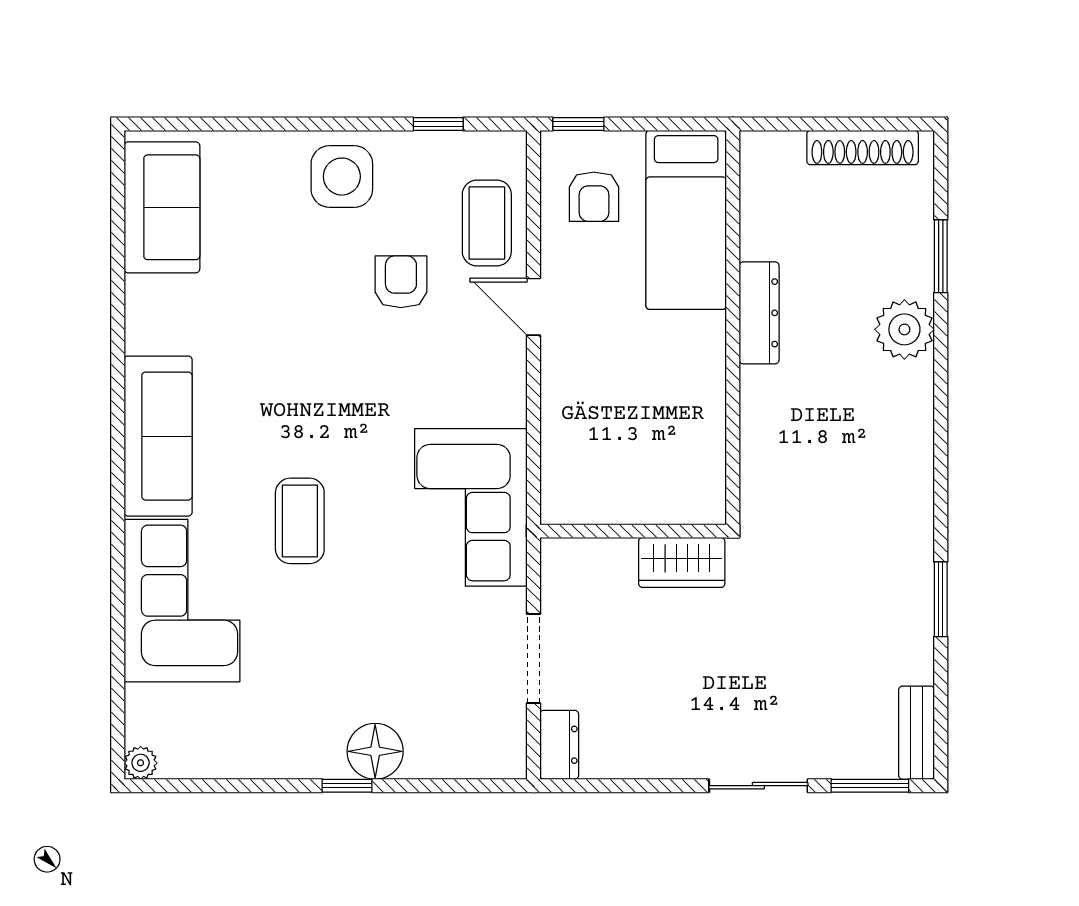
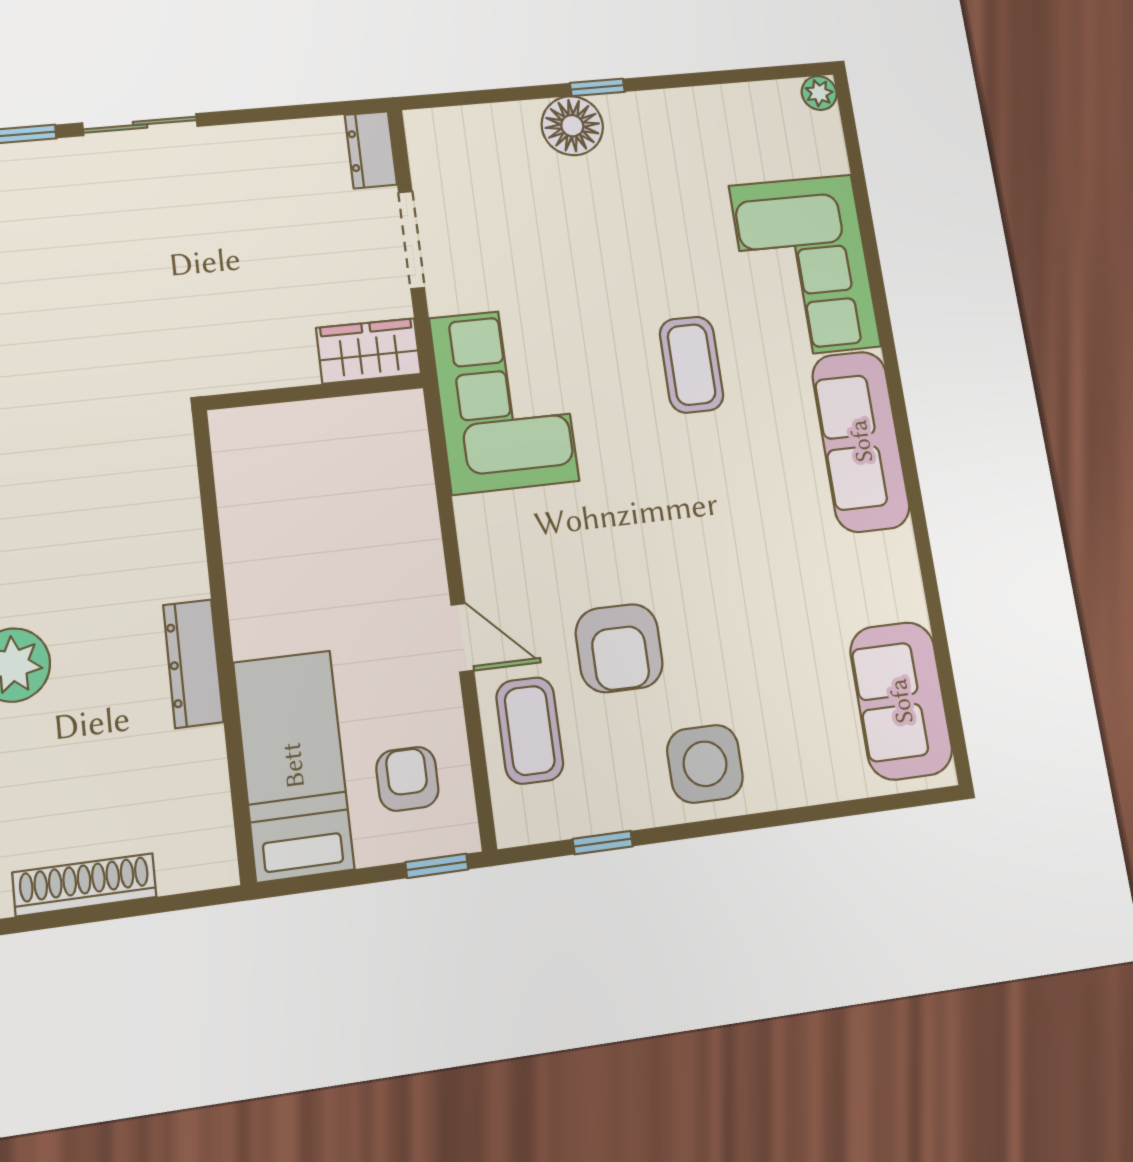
armchair: (401, 282) -> (619, 648), width x1.38, depth x1.38
wardrobe: (682, 562) -> (369, 351), moved

